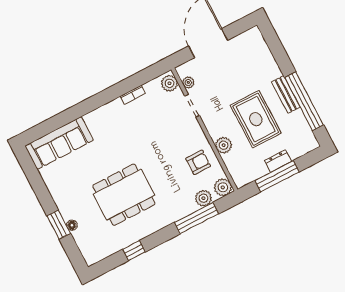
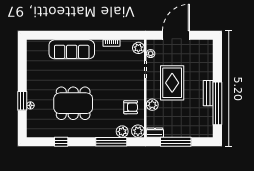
rug: (256, 119) -> (172, 83), moved
sofa: (59, 143) -> (72, 49), moved
dresser: (278, 161) -> (155, 133), moved

